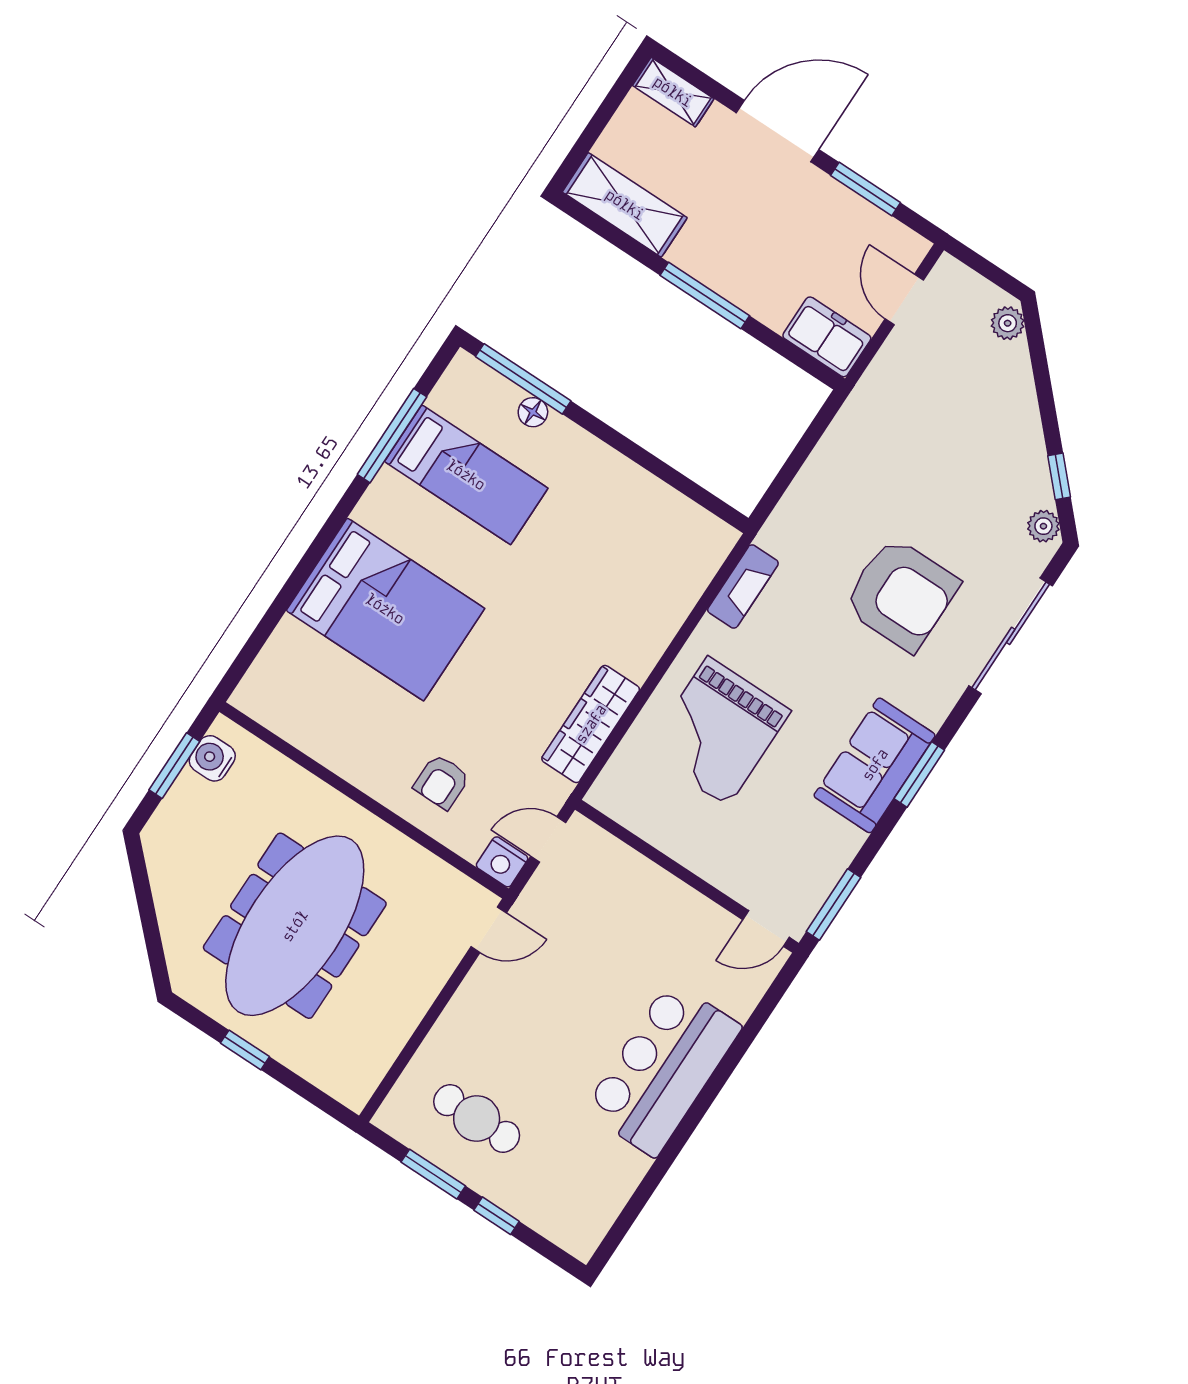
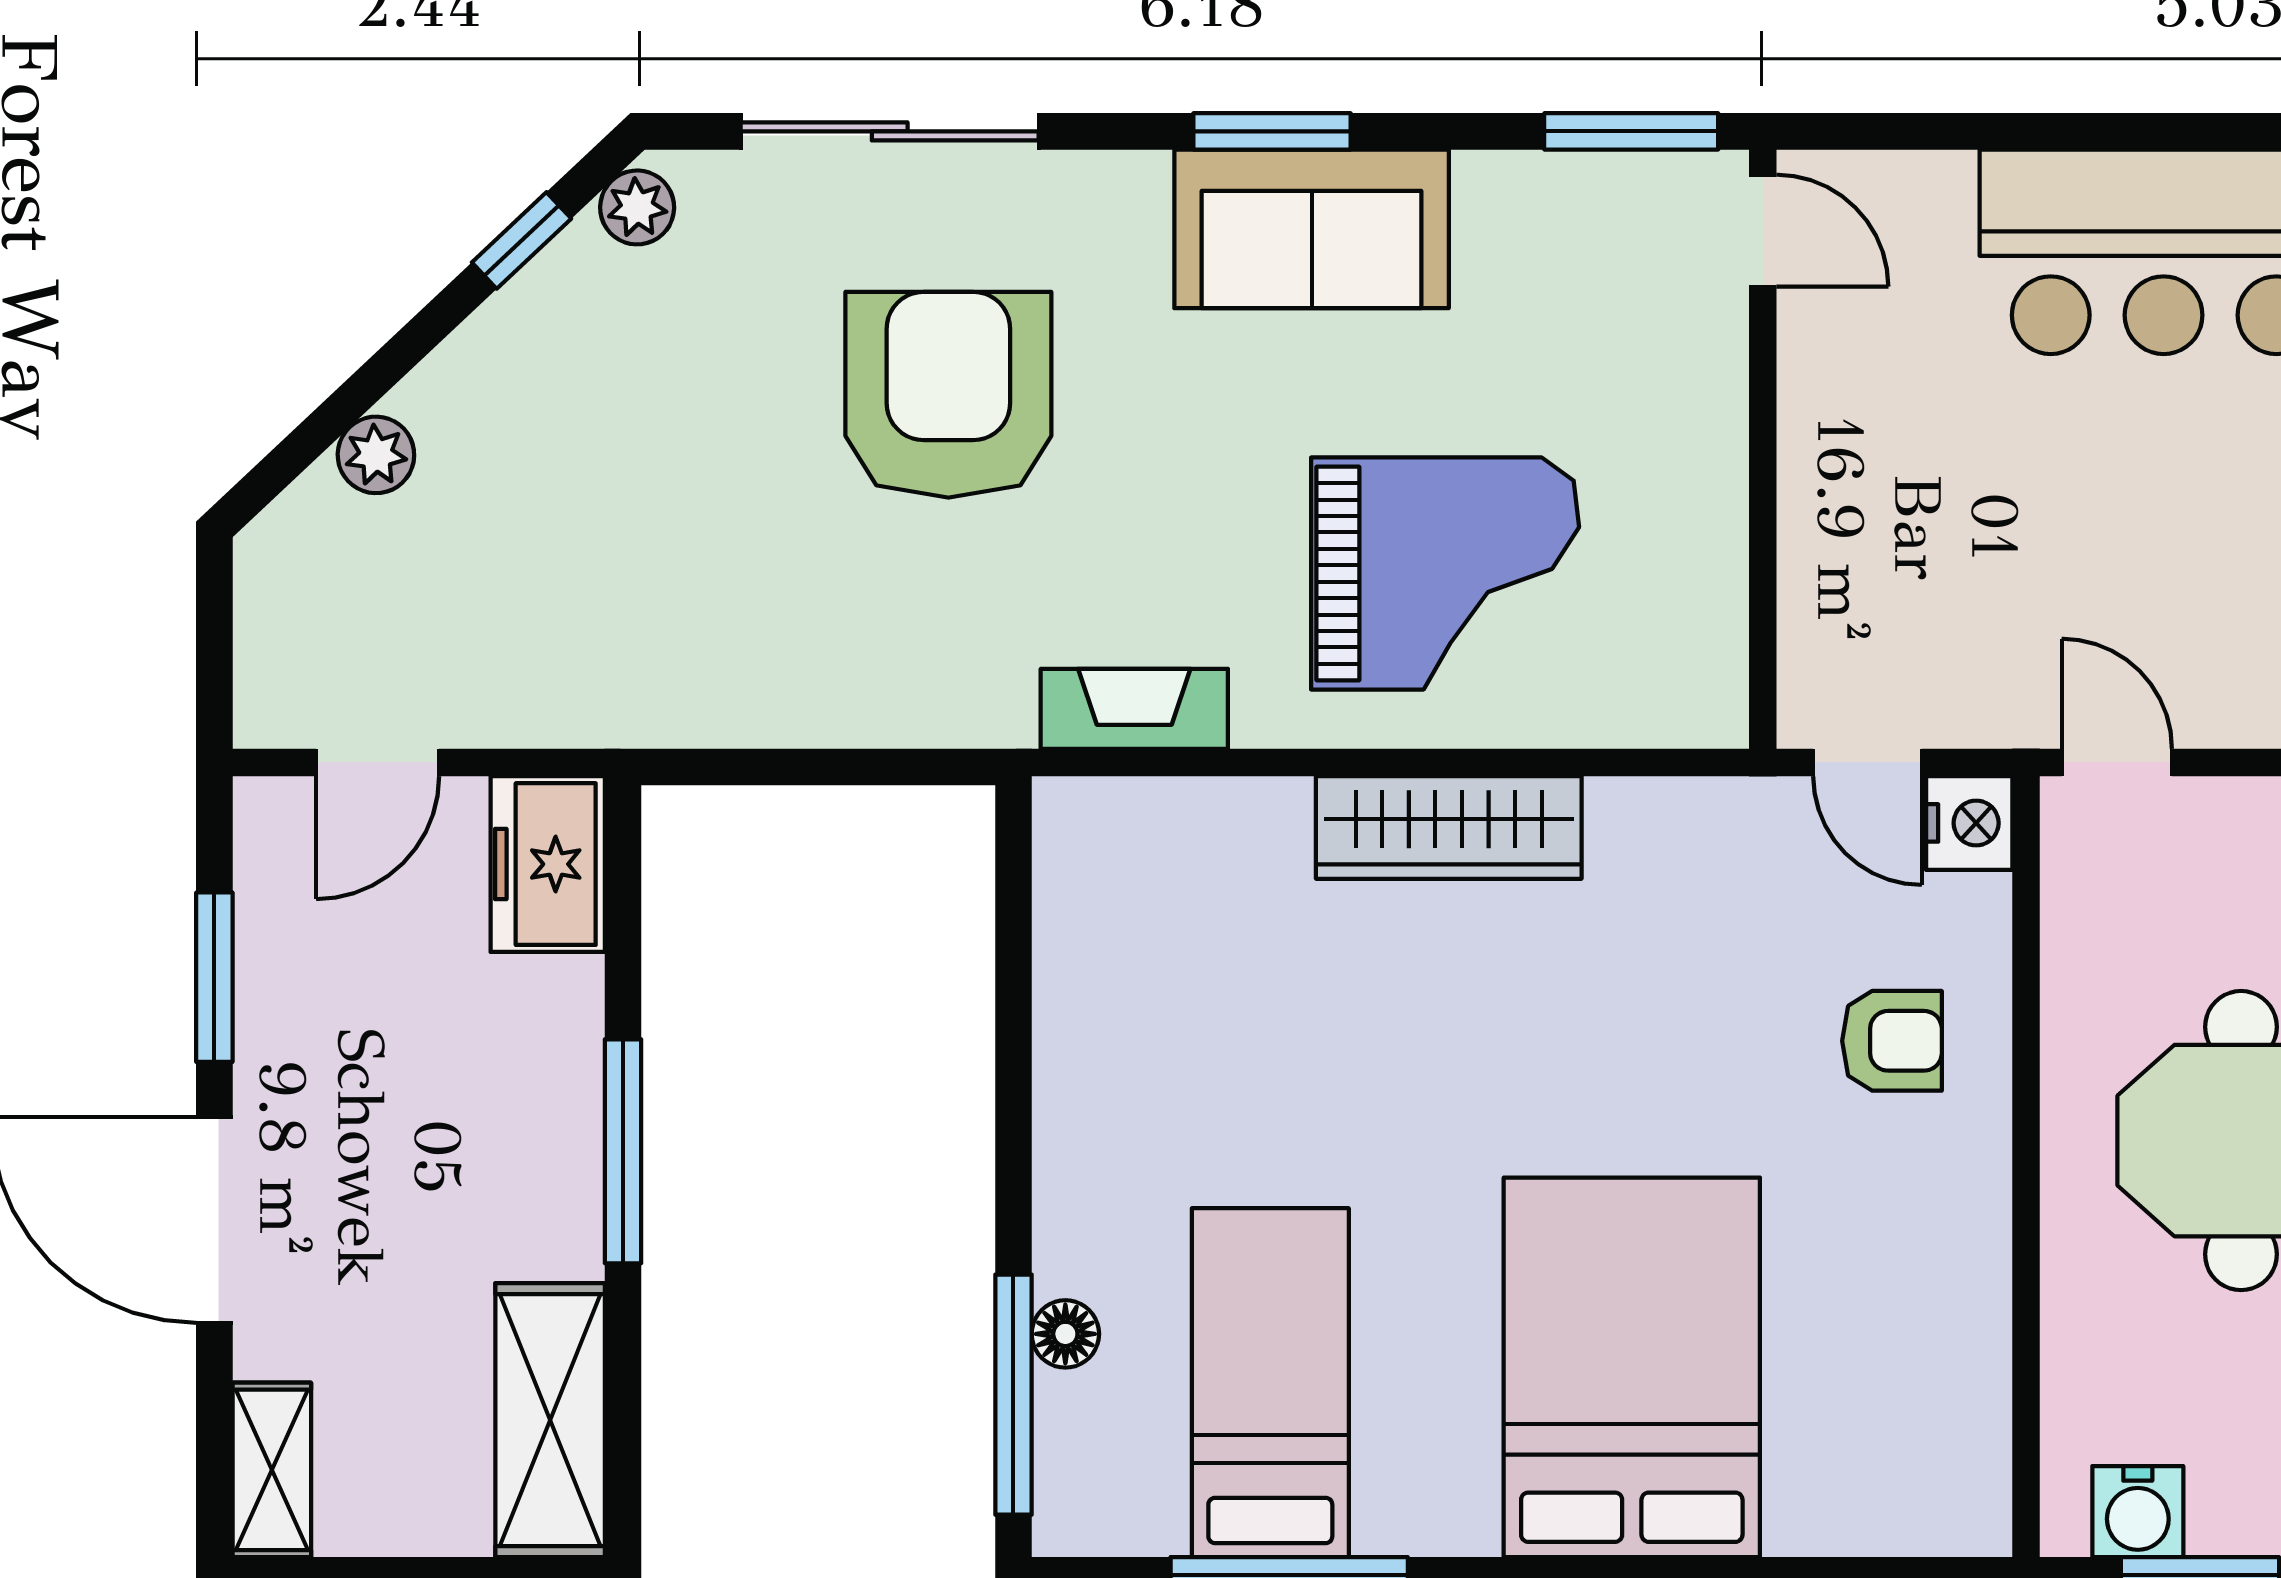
plant: (1008, 323) -> (376, 455), moved
wardrobe: (591, 724) -> (1449, 827), moved

